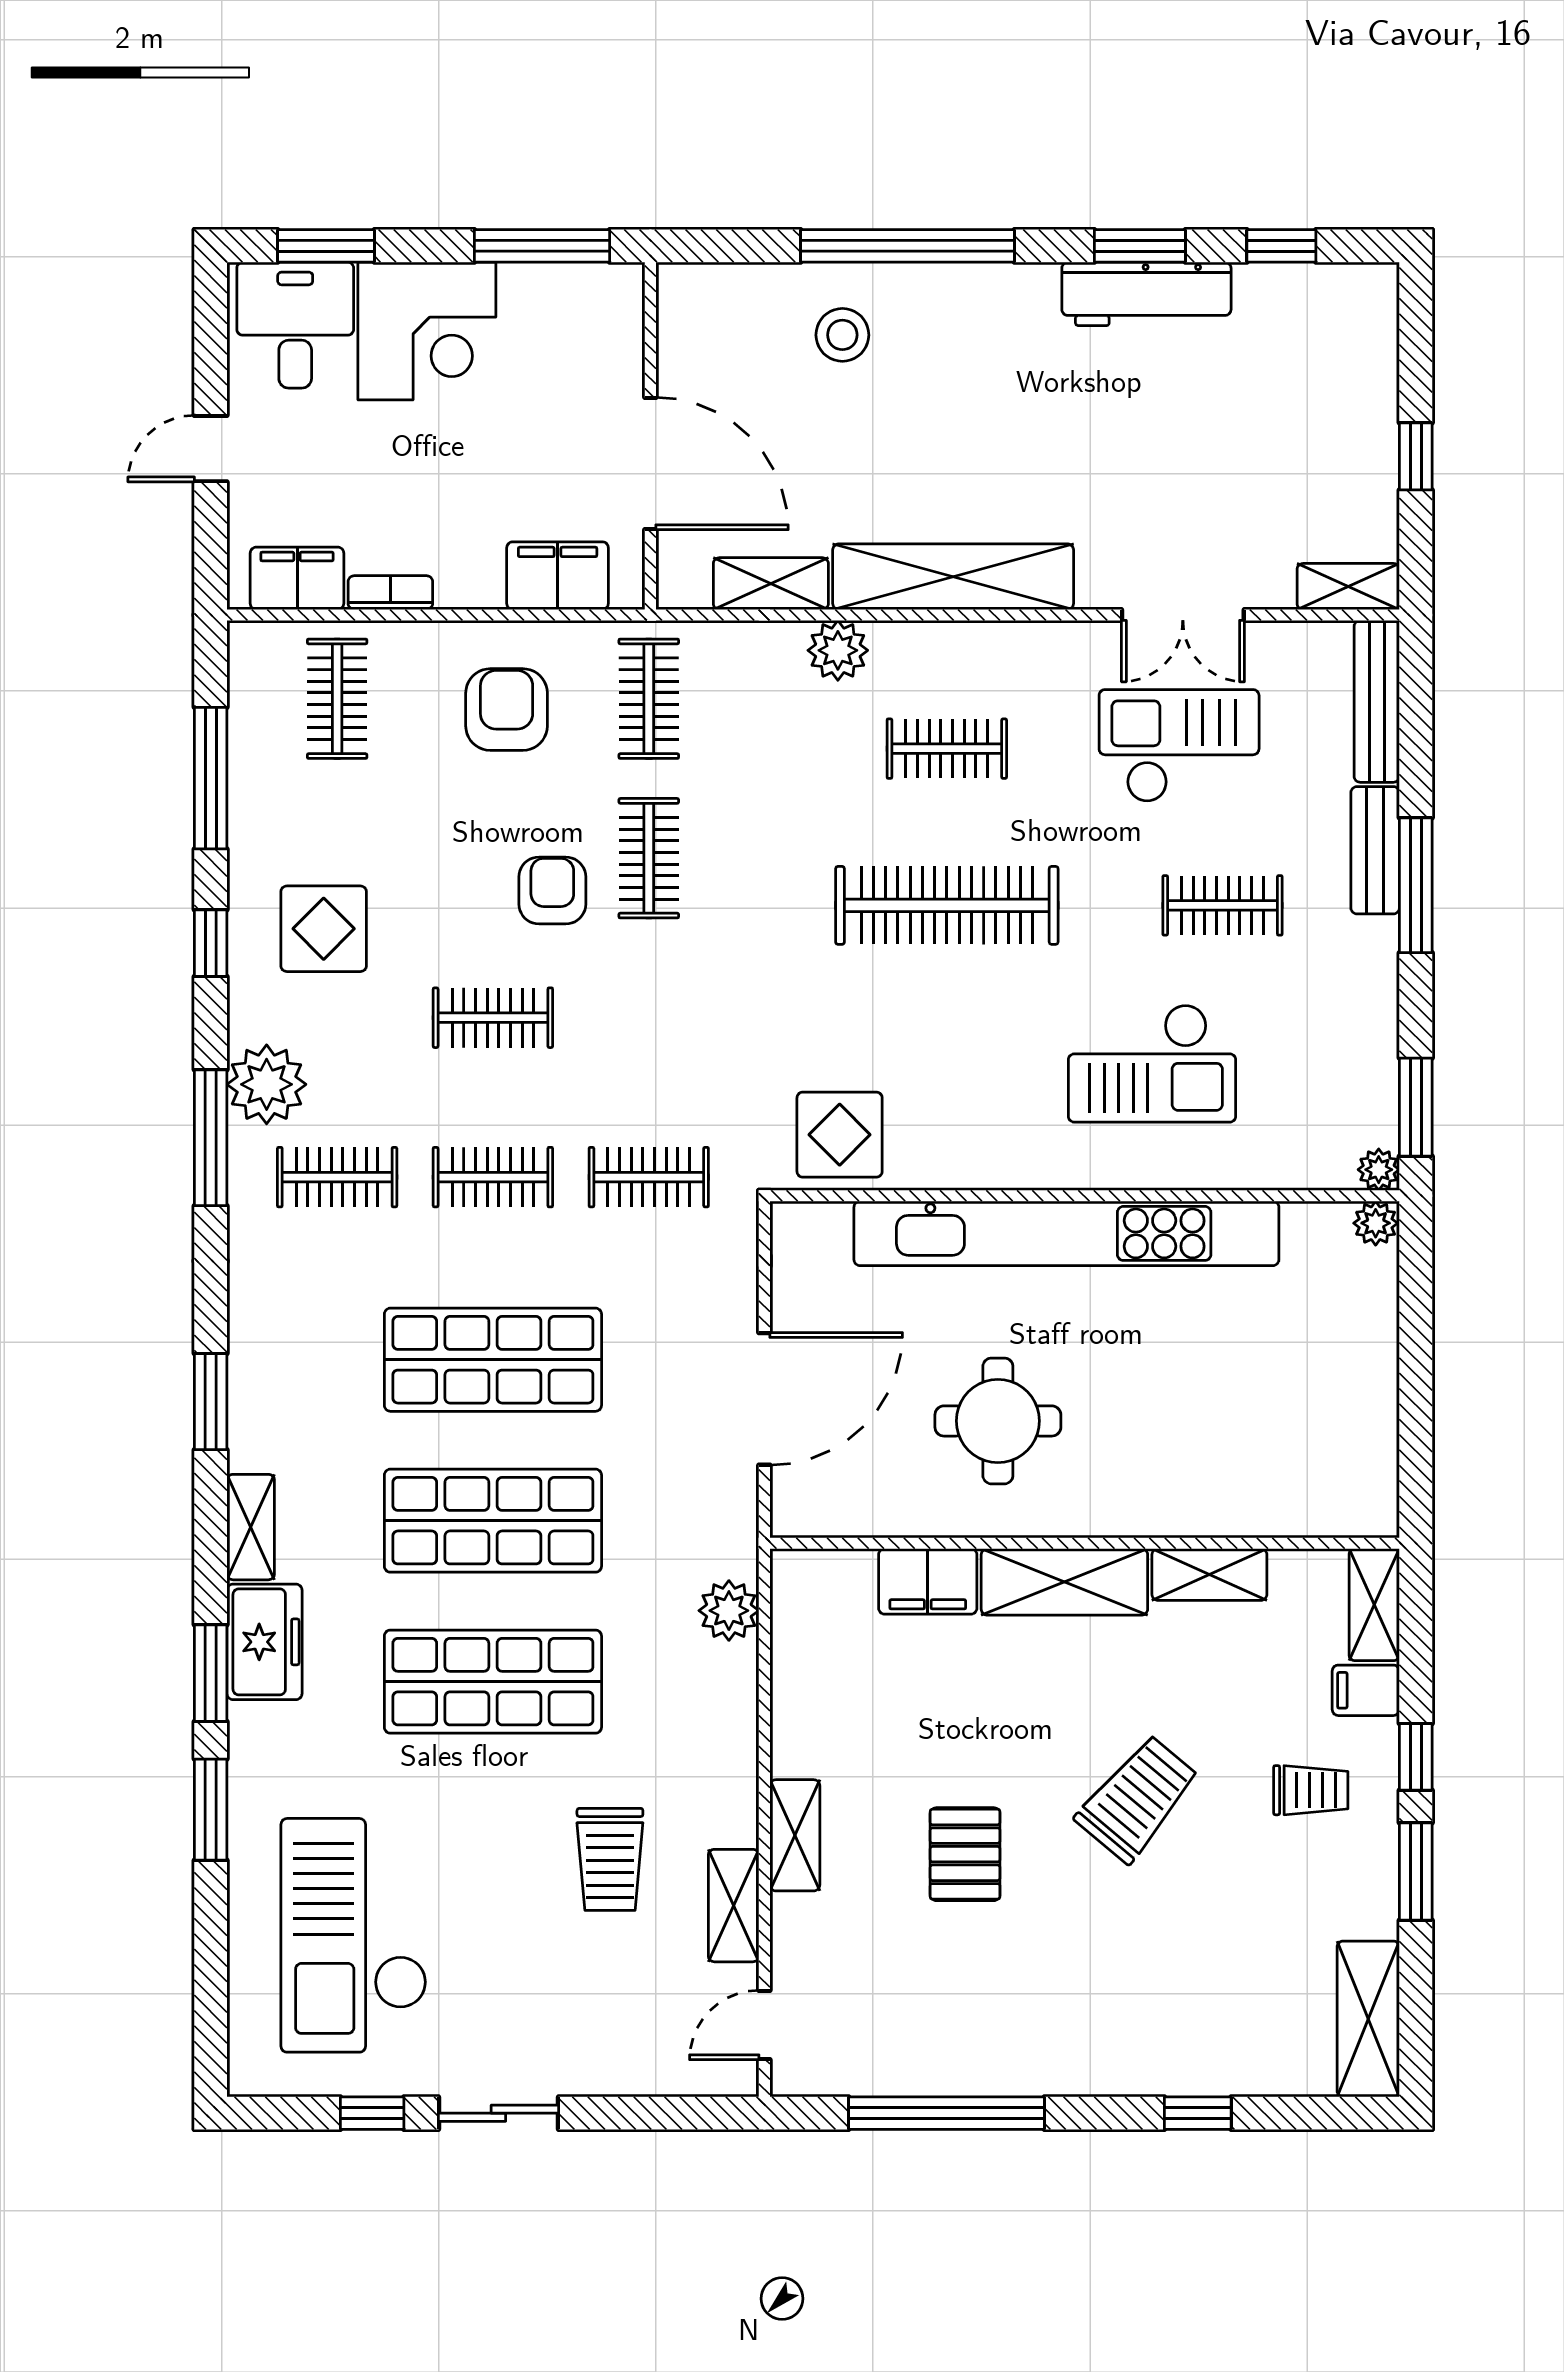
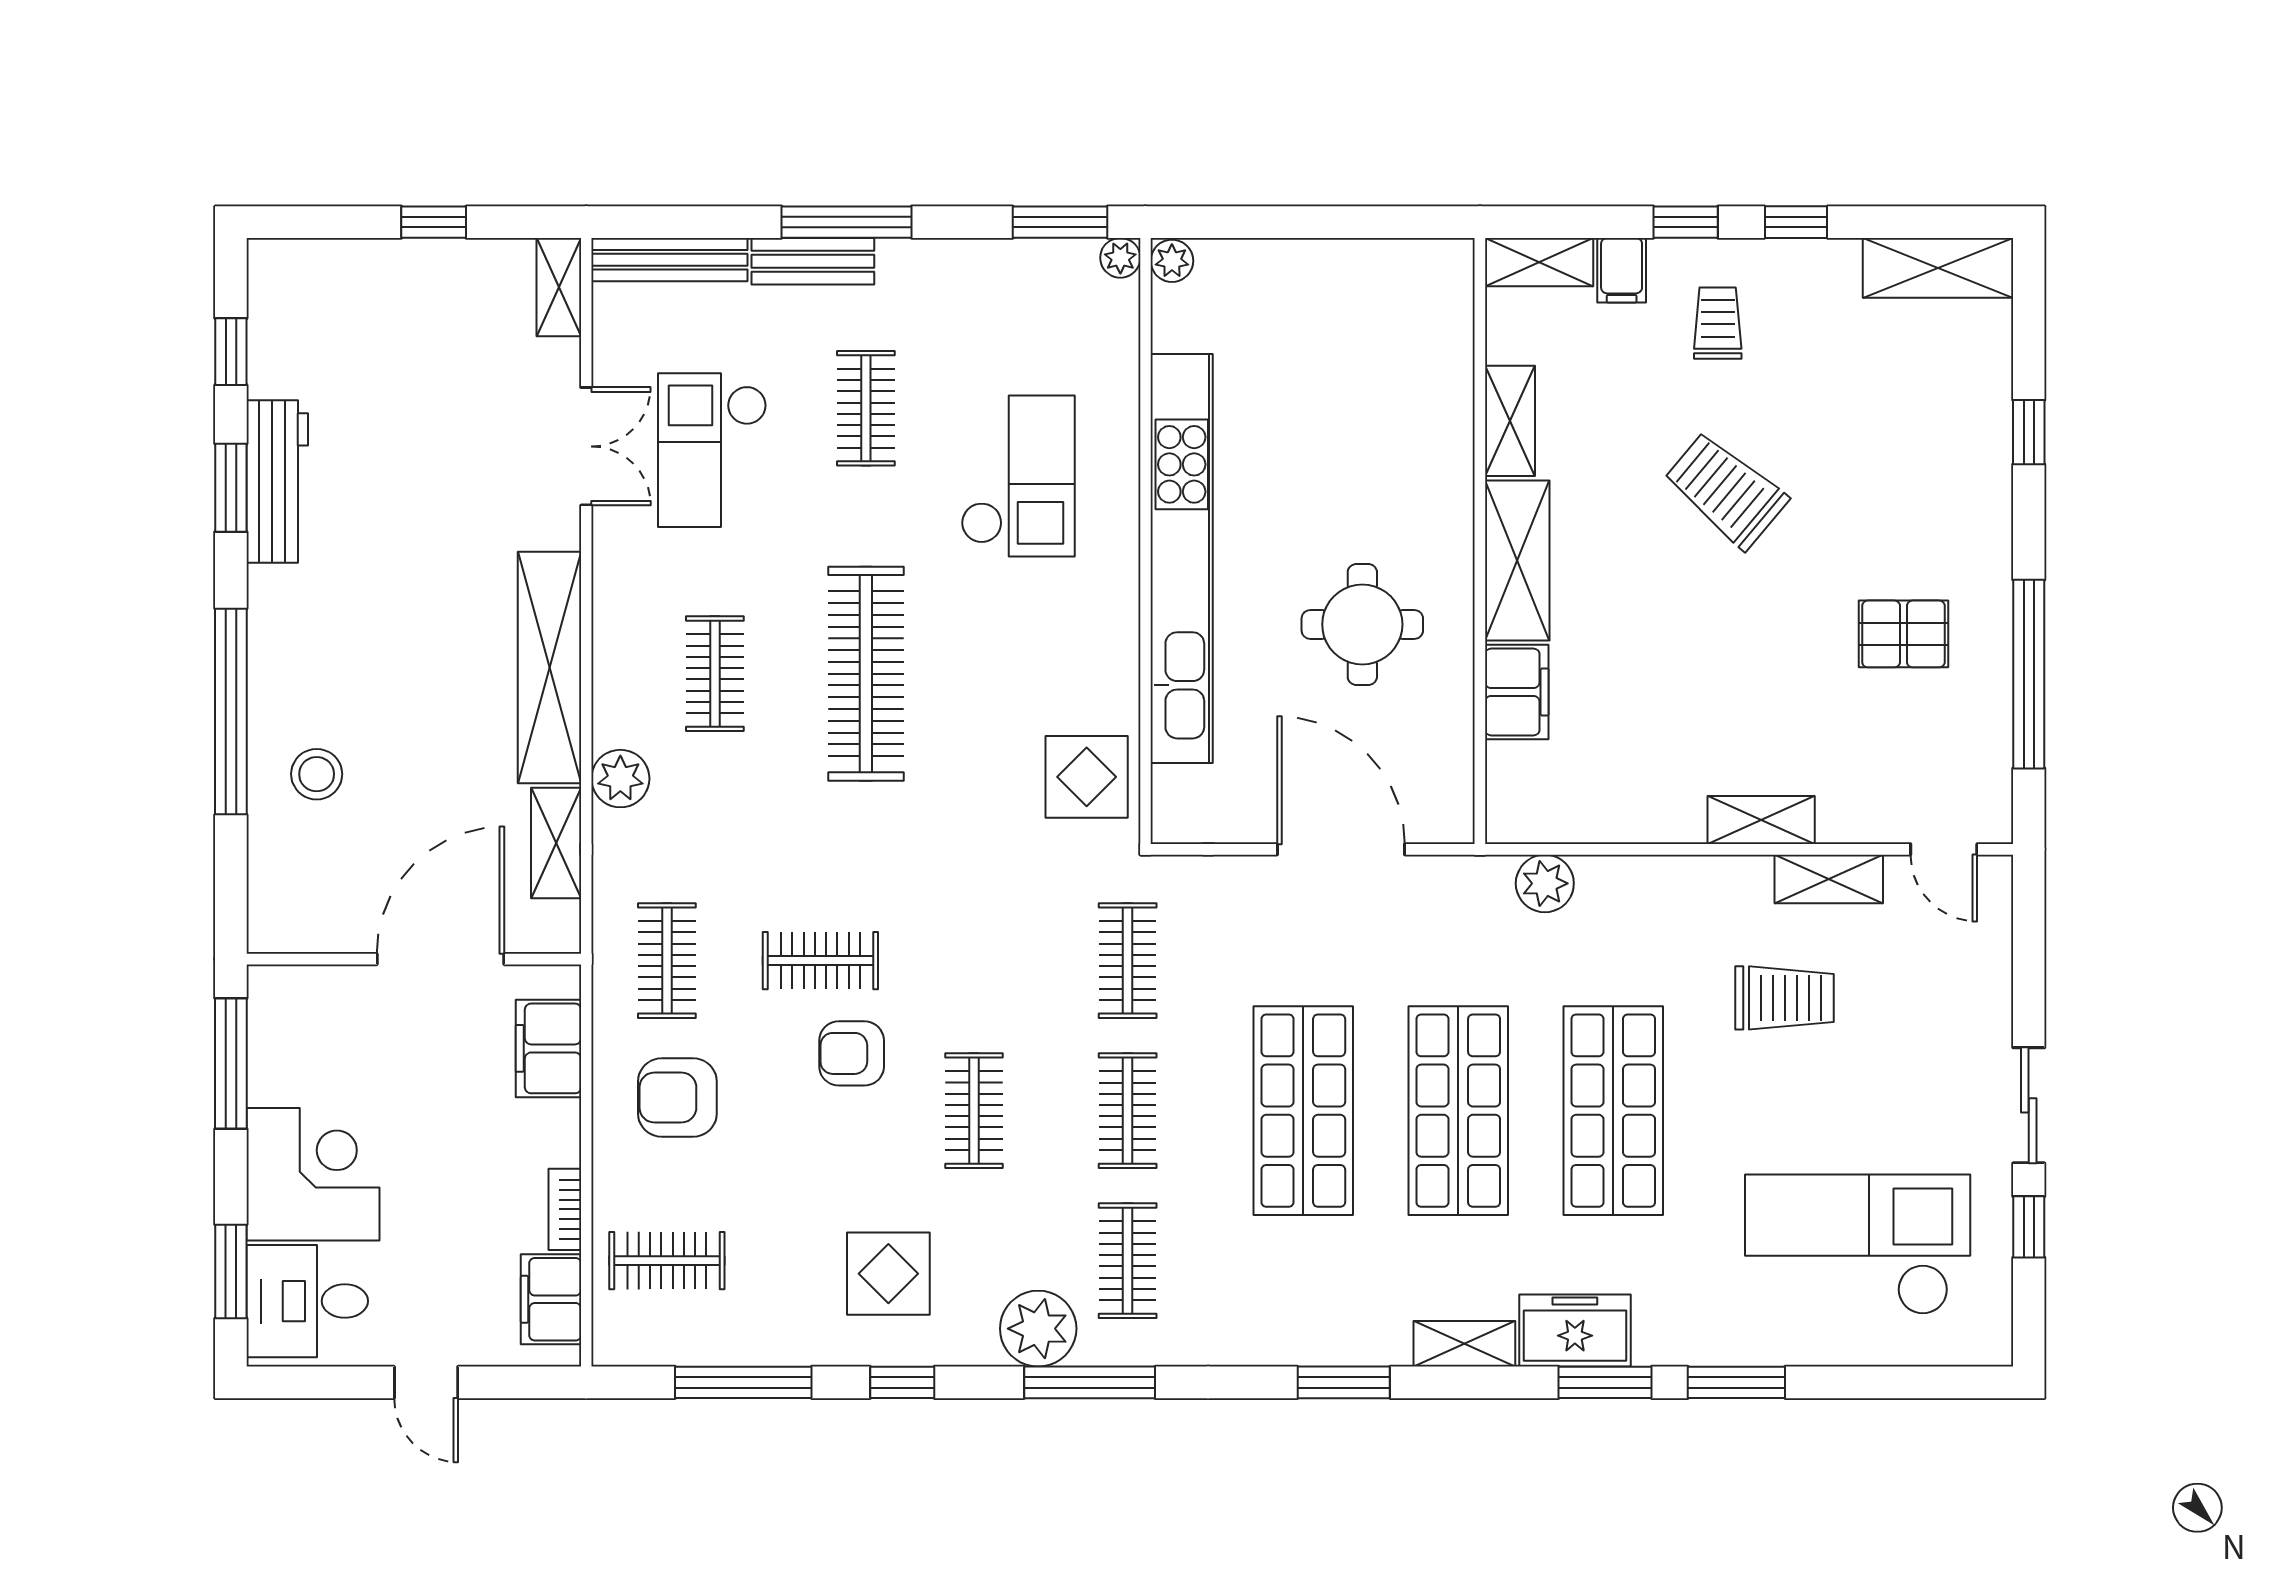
clothes rail: (649, 699) -> (667, 961), turned 90
pallet: (965, 1854) -> (1903, 634), moved
window: (1416, 1871) -> (1796, 222), width x0.67
checkout: (354, 1935) -> (1858, 1245), turned 180

